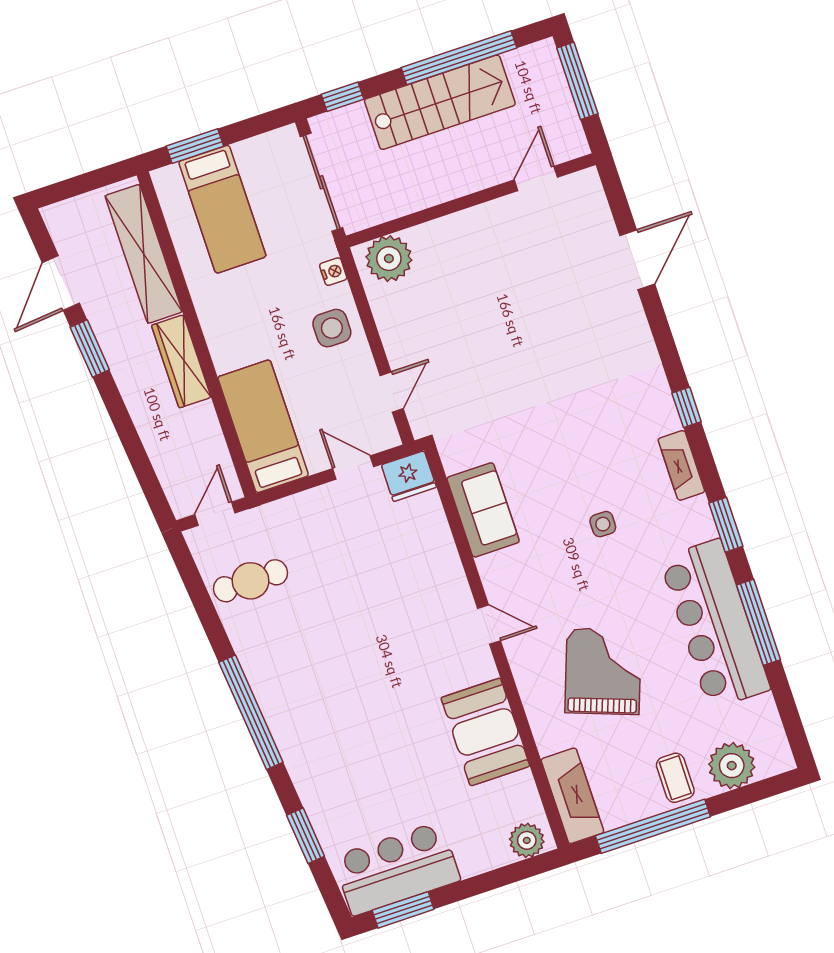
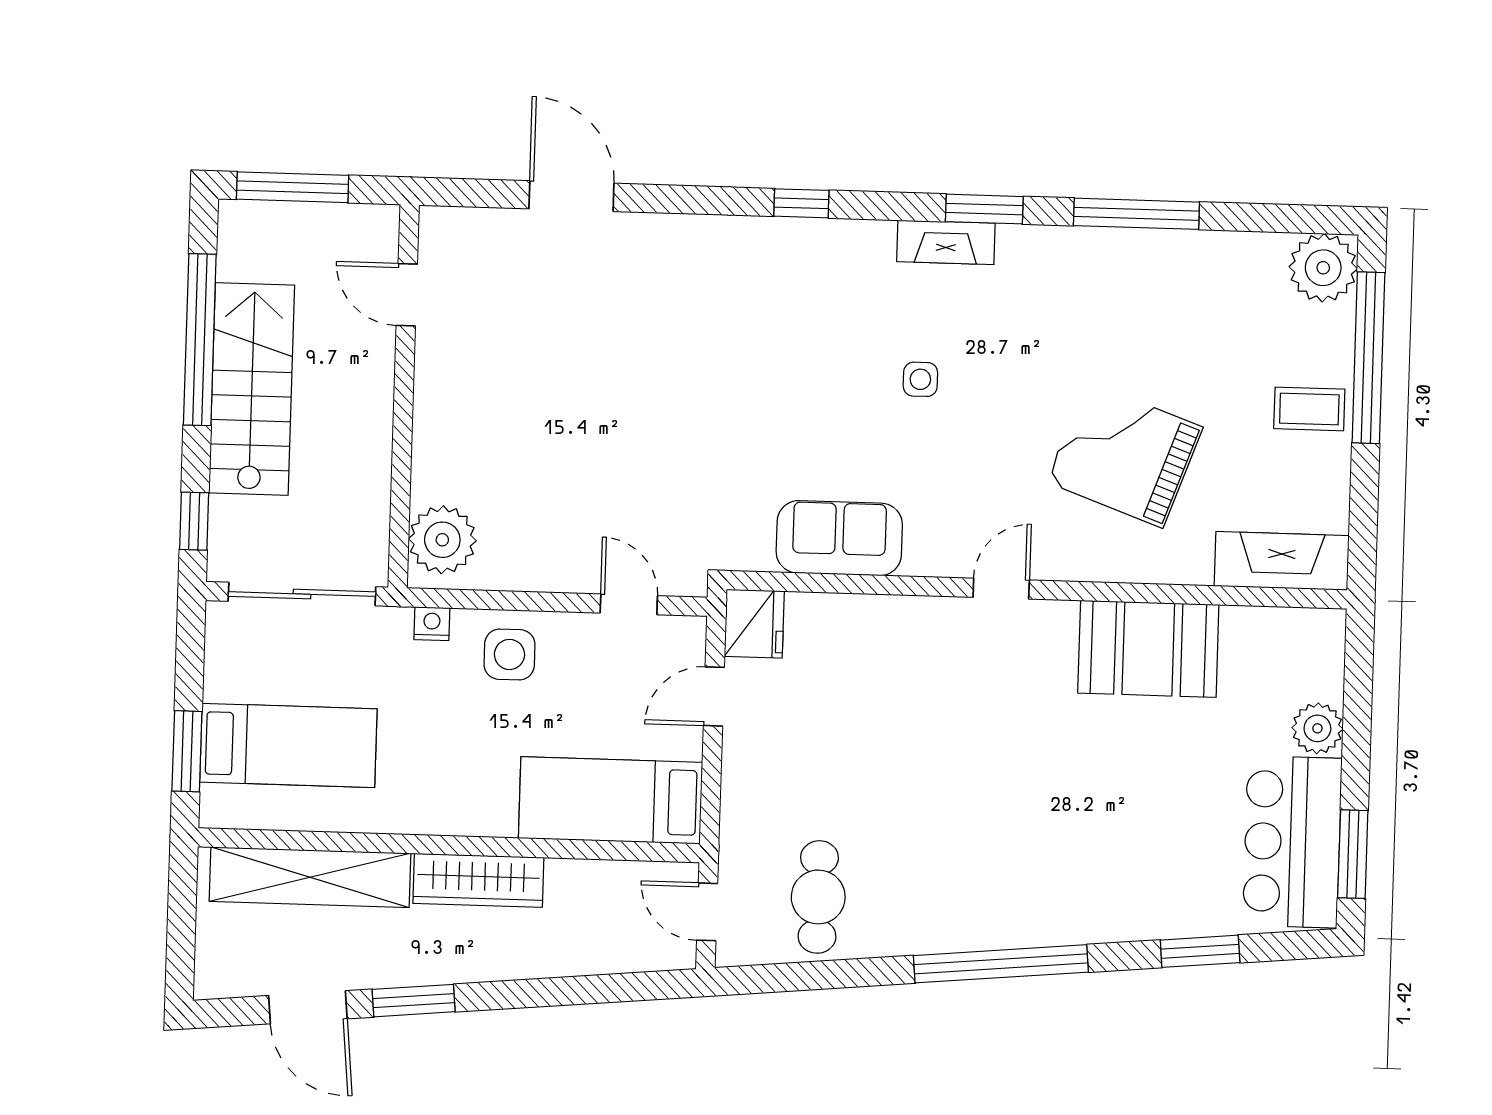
fireplace: (681, 465) -> (946, 242), moved
bar counter: (715, 624) -> (1116, 275), removed
plant: (732, 766) -> (1323, 268), moved
window: (653, 826) -> (1368, 358), moved
plant: (527, 840) -> (1317, 728), moved

